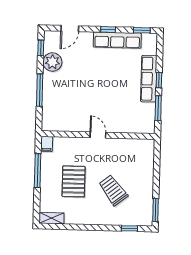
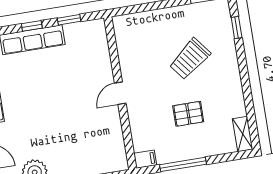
window: (158, 108) -> (69, 20), width x0.67
pallet: (74, 181) -> (188, 114), width x0.67, depth x0.71

